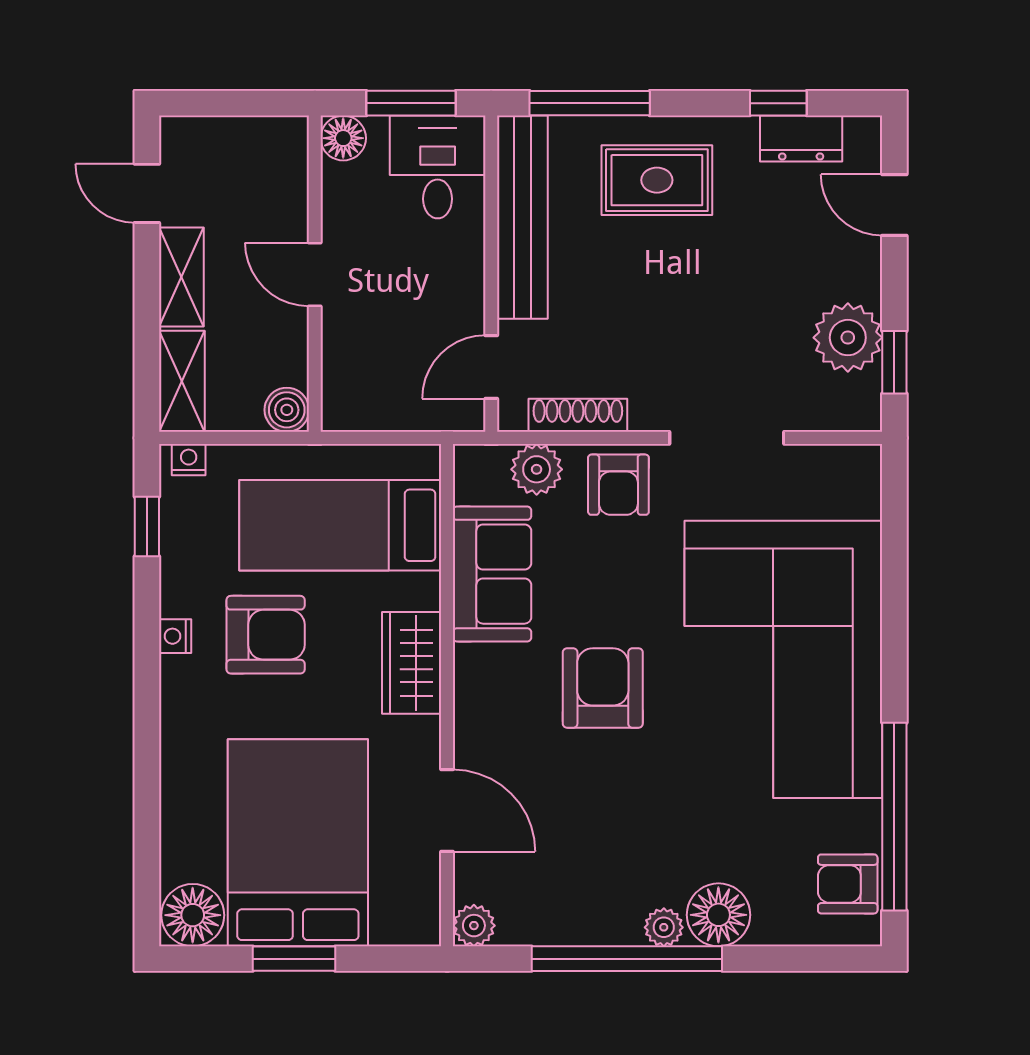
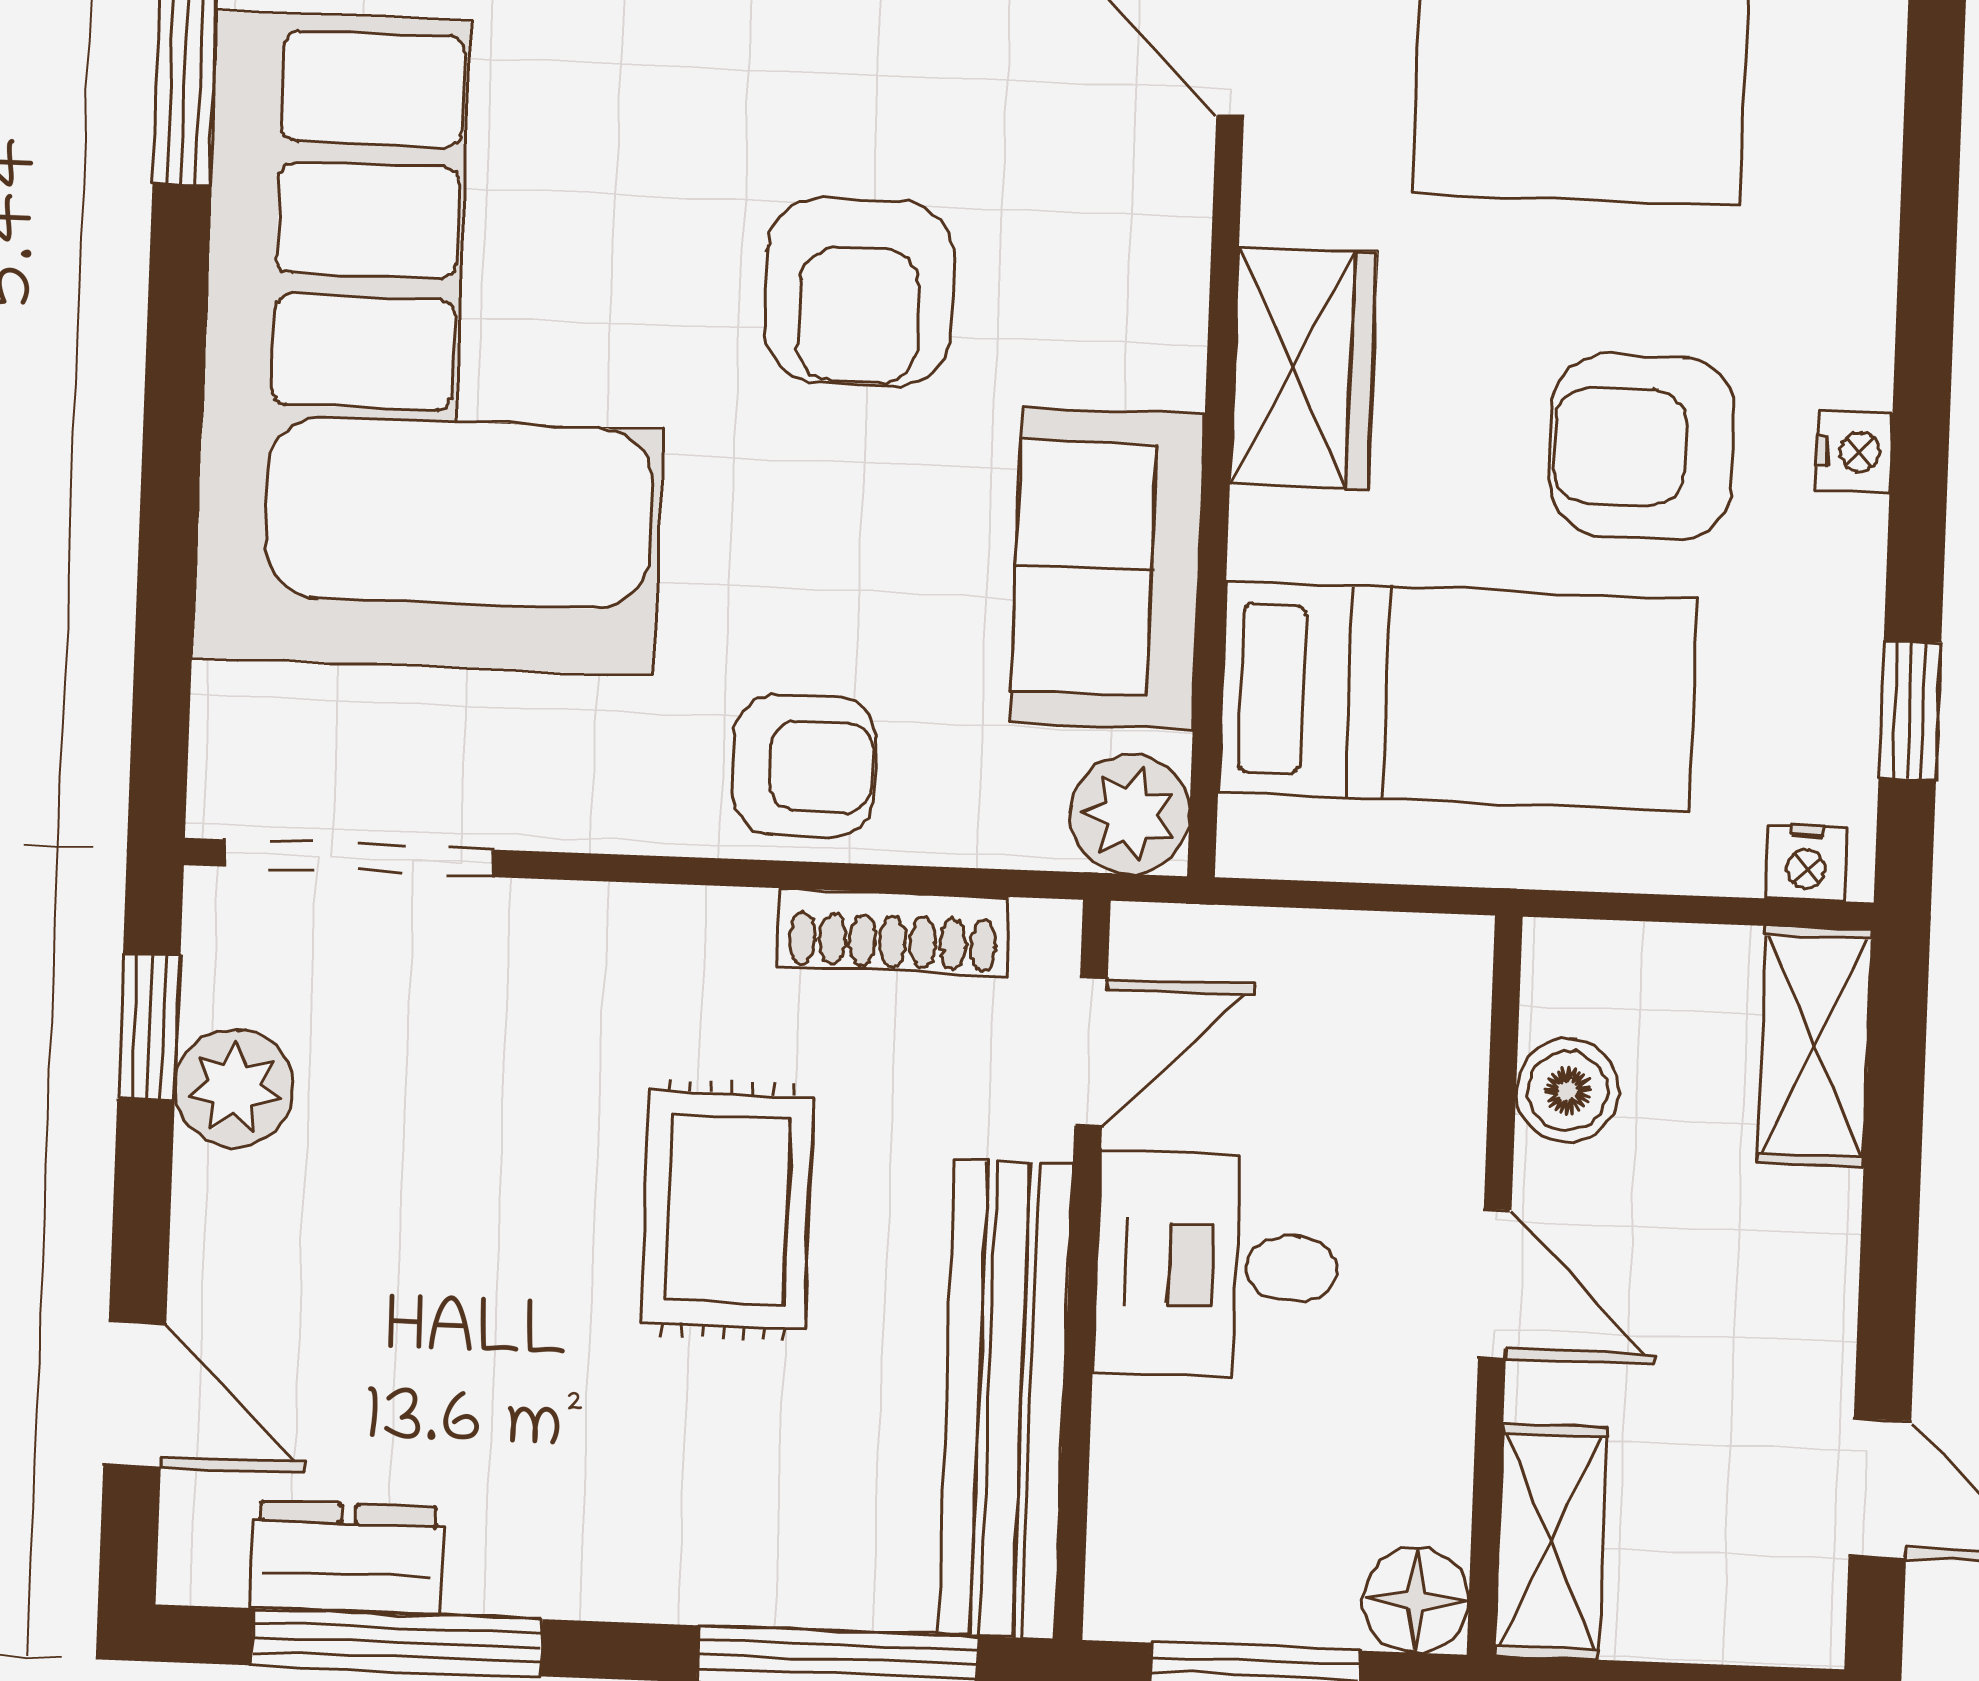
window: (778, 103) -> (397, 1642), width x2.17
desk: (438, 167) -> (1217, 1266), moved, turned 90
rug: (657, 180) -> (727, 1210), moved, turned 90
shelving: (181, 277) -> (1551, 1542), moved
plant: (848, 338) -> (234, 1088), width x0.73, depth x0.73
boiler: (287, 410) -> (1568, 1091), moved
doorway: (727, 438) -> (359, 858), moved
plant: (537, 469) -> (1130, 814), moved
armchair: (618, 485) -> (805, 766), turned 90

